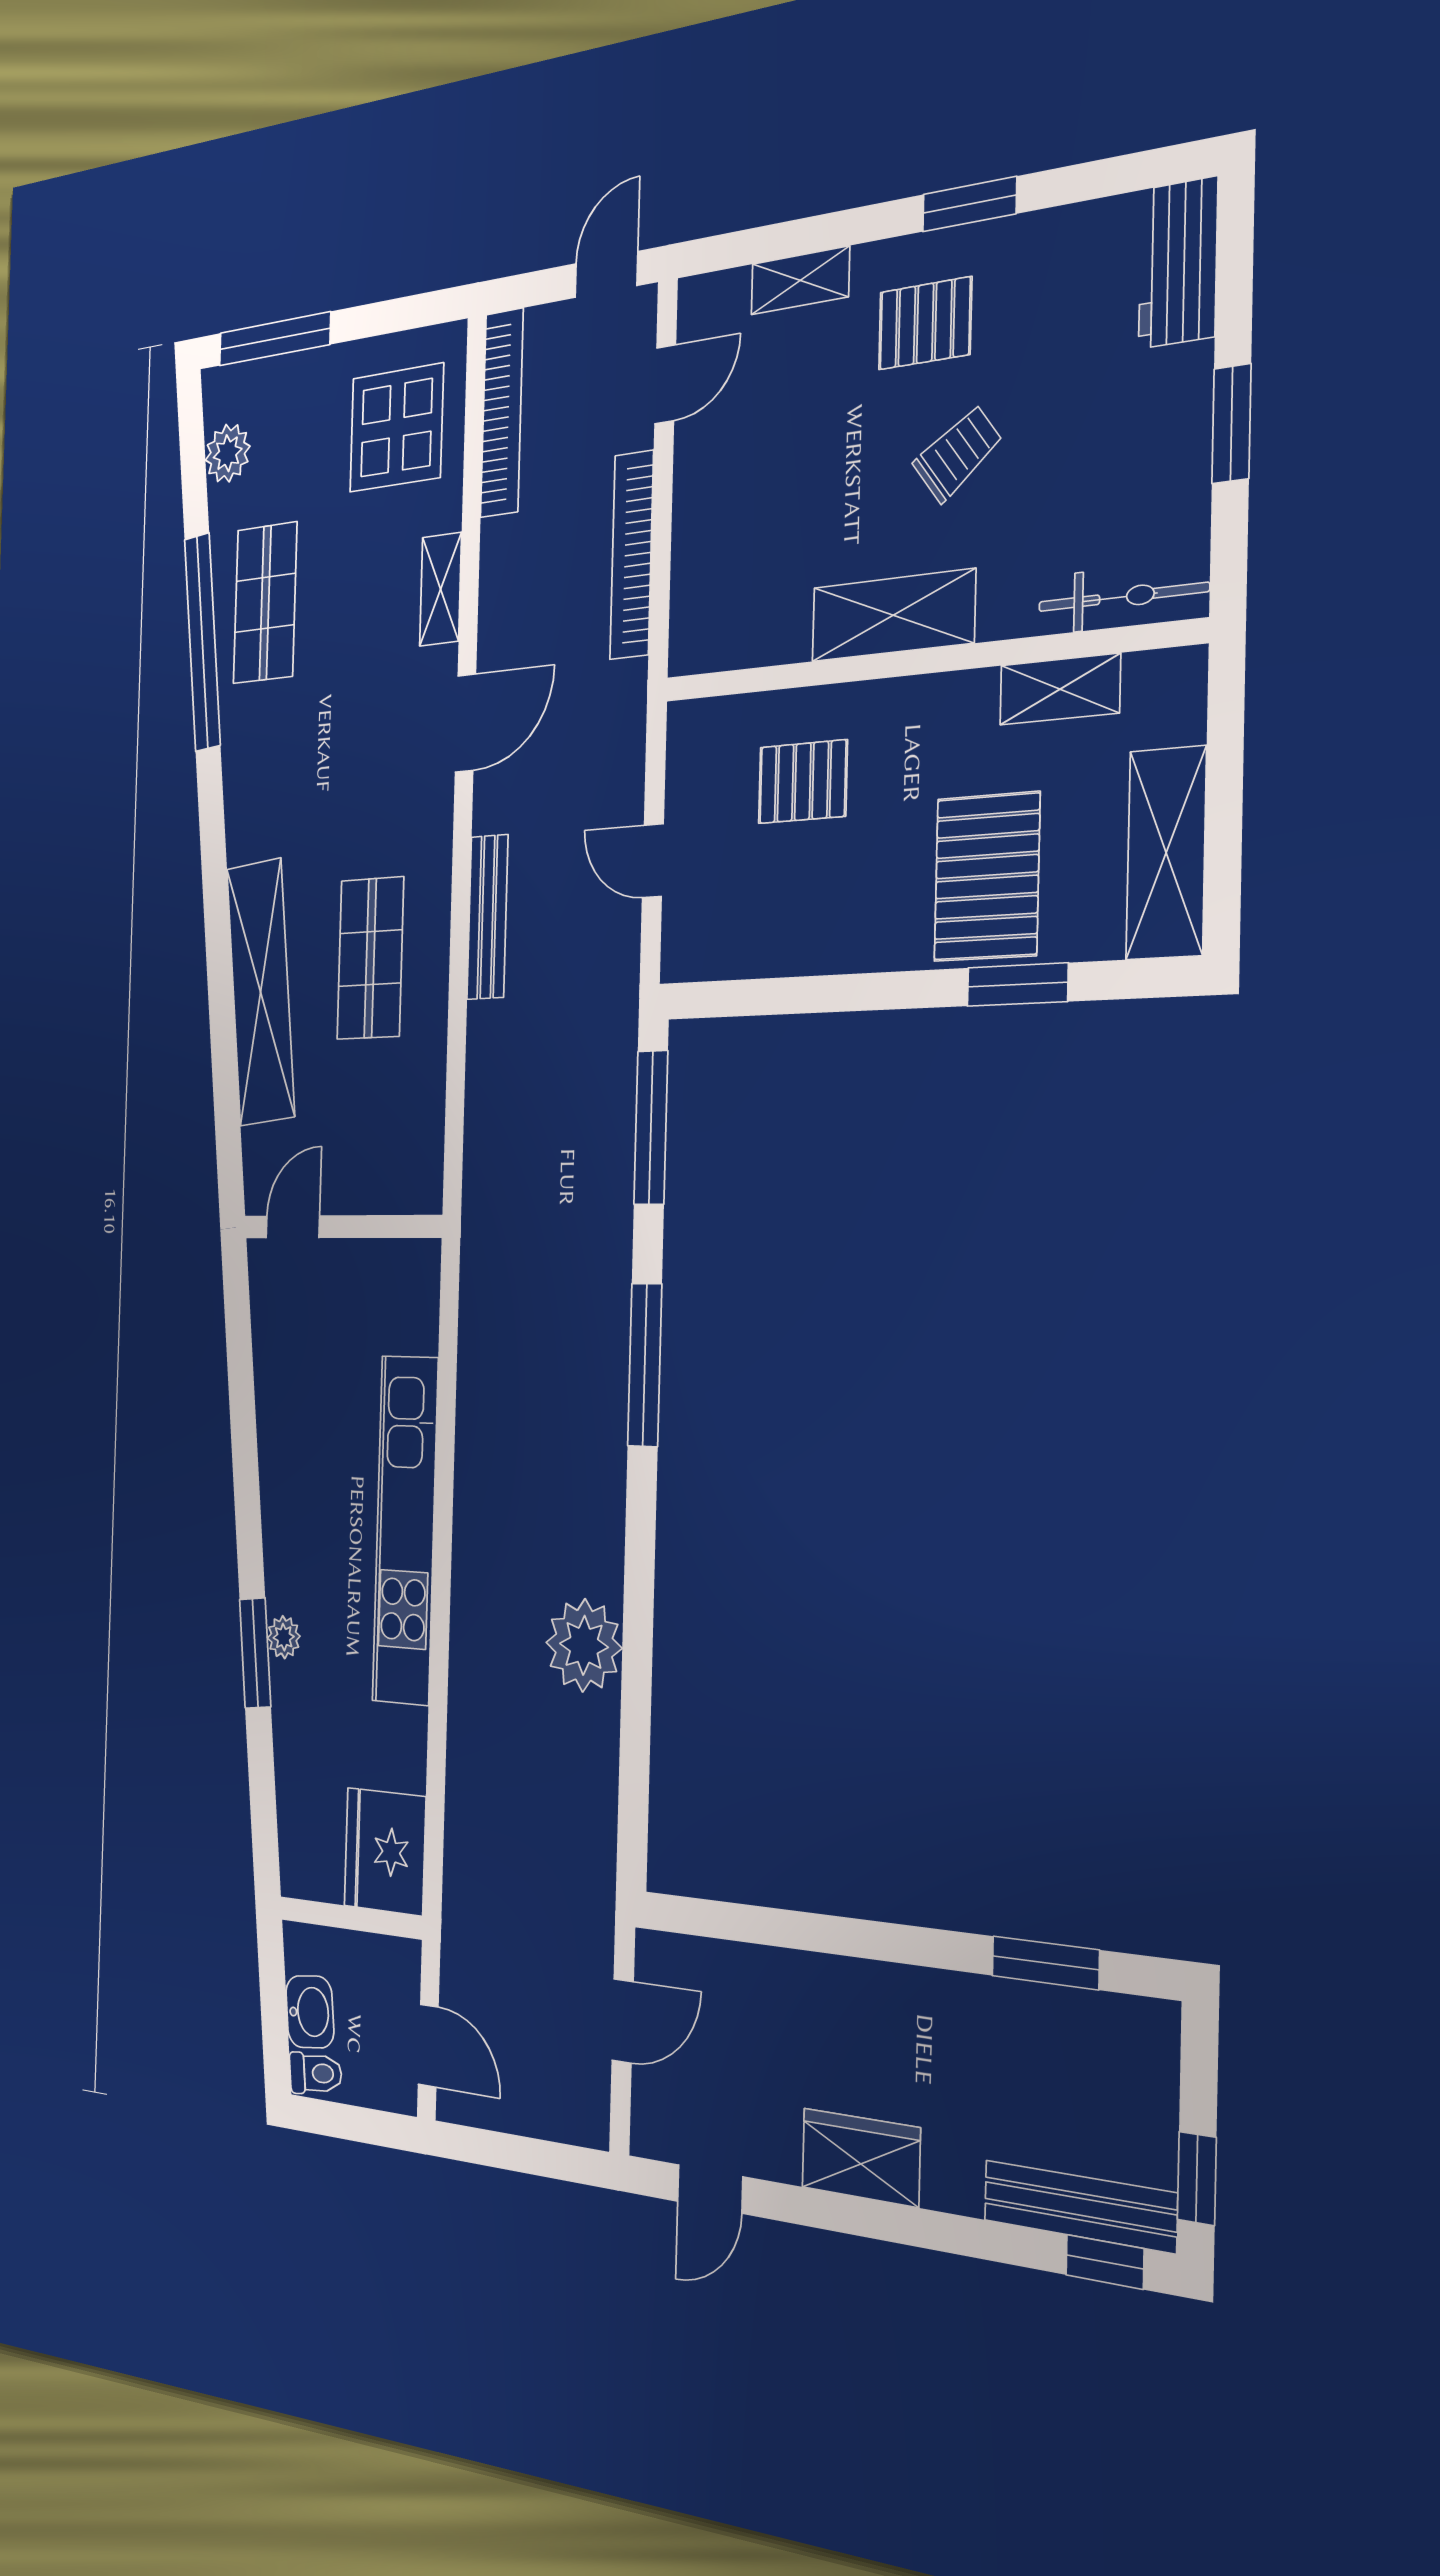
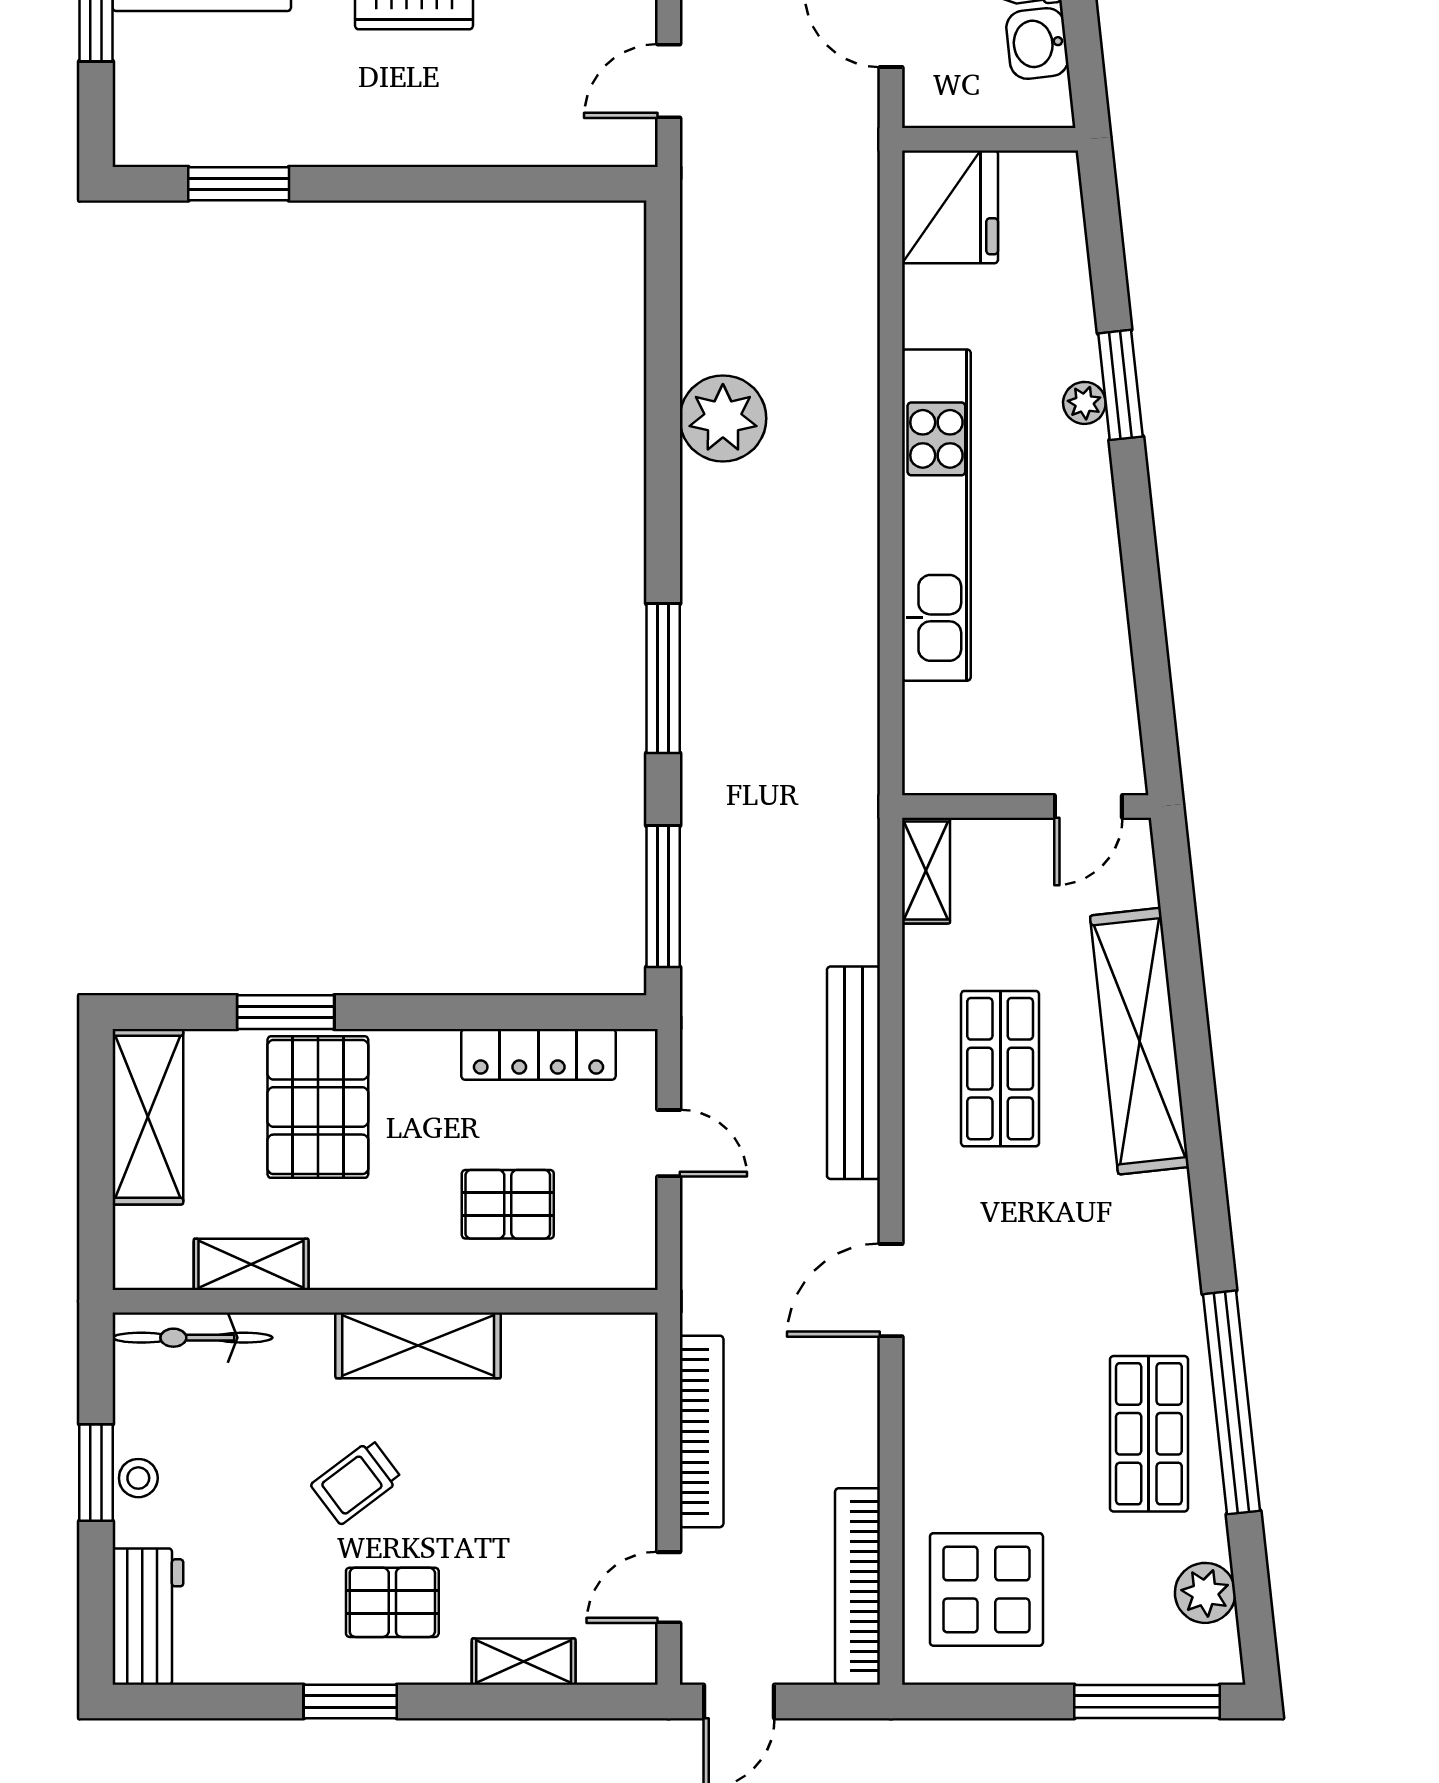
stool: (1185, 424) -> (138, 1478), added
shelving: (441, 589) -> (926, 871), moved
bench: (487, 917) -> (853, 1073), width x1.37, depth x1.21
locker: (770, 950) -> (538, 1054), added

